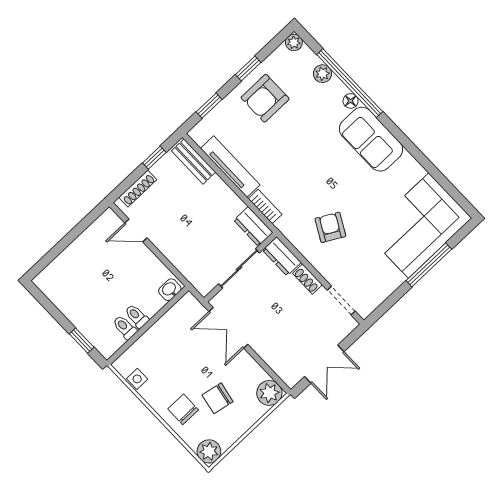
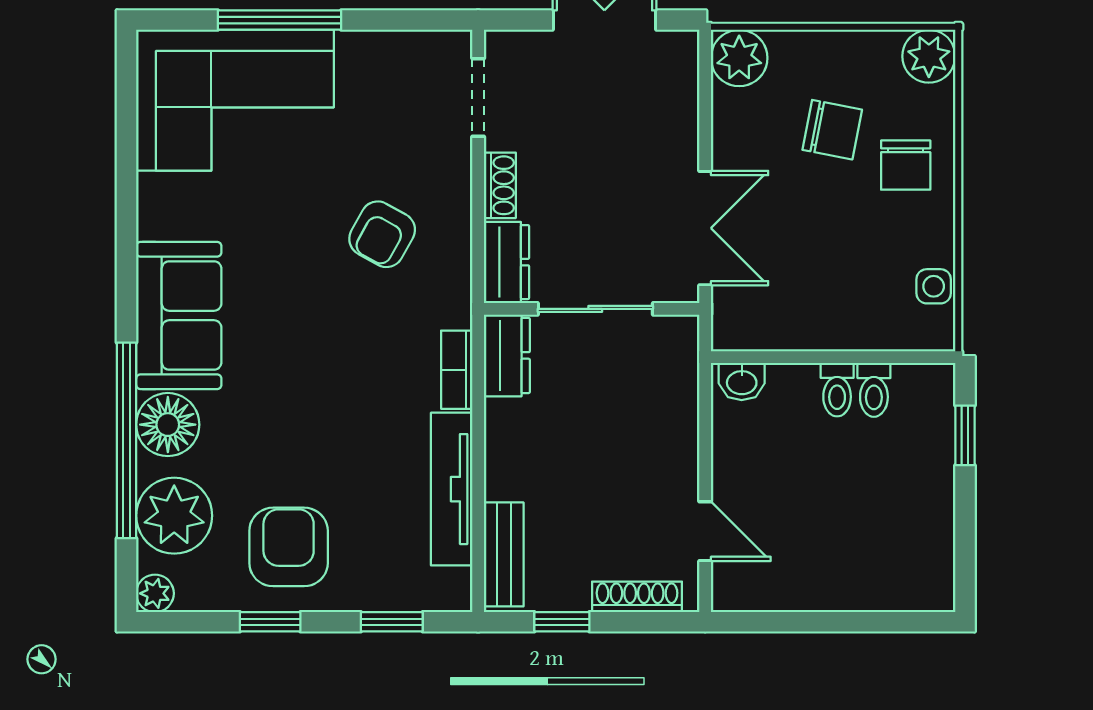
plant: (322, 74) -> (174, 516), width x1.88, depth x1.88
armchair: (265, 98) -> (289, 547), turned -90
floor lamp: (351, 101) -> (168, 425), width x1.89, depth x1.89

